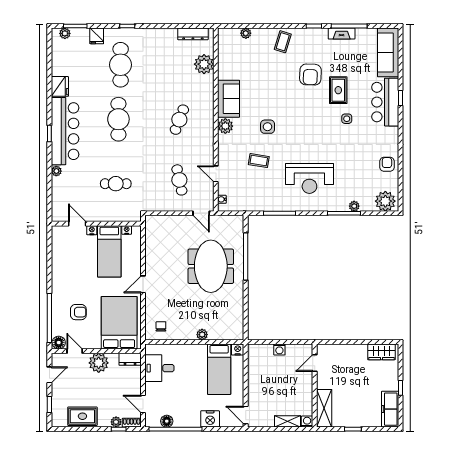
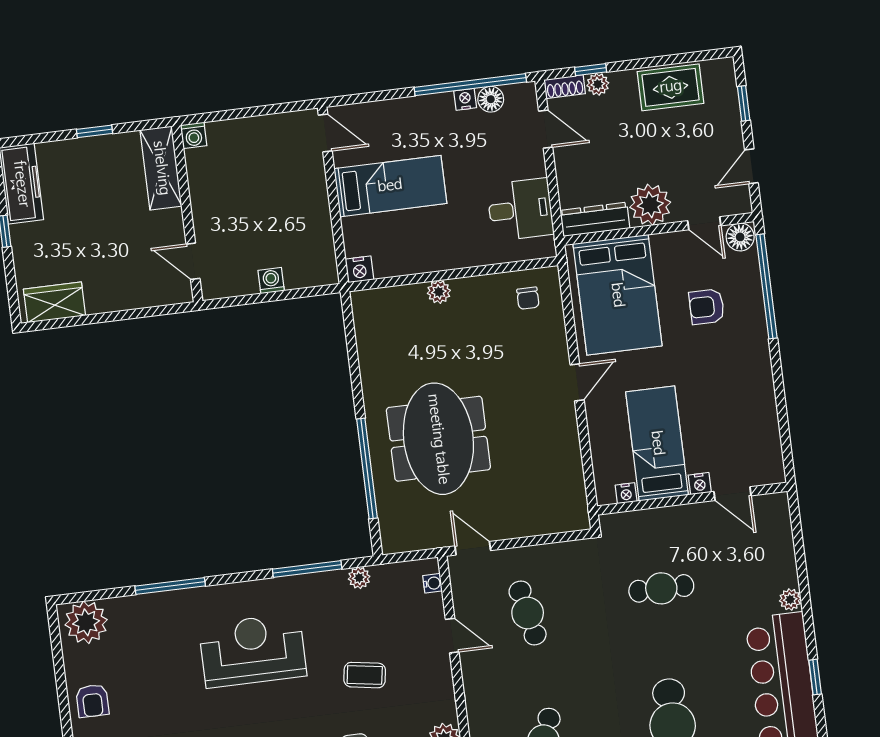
plant: (354, 206) -> (359, 578), moved
dresser: (130, 359) -> (595, 219), width x1.44
door: (315, 363) -> (193, 261), swing flipped
bed: (219, 369) -> (390, 186), moved, turned 90
nightstand: (210, 419) -> (465, 99), moved, width x0.53, depth x0.56
shelving: (287, 421) -> (235, 131), removed

